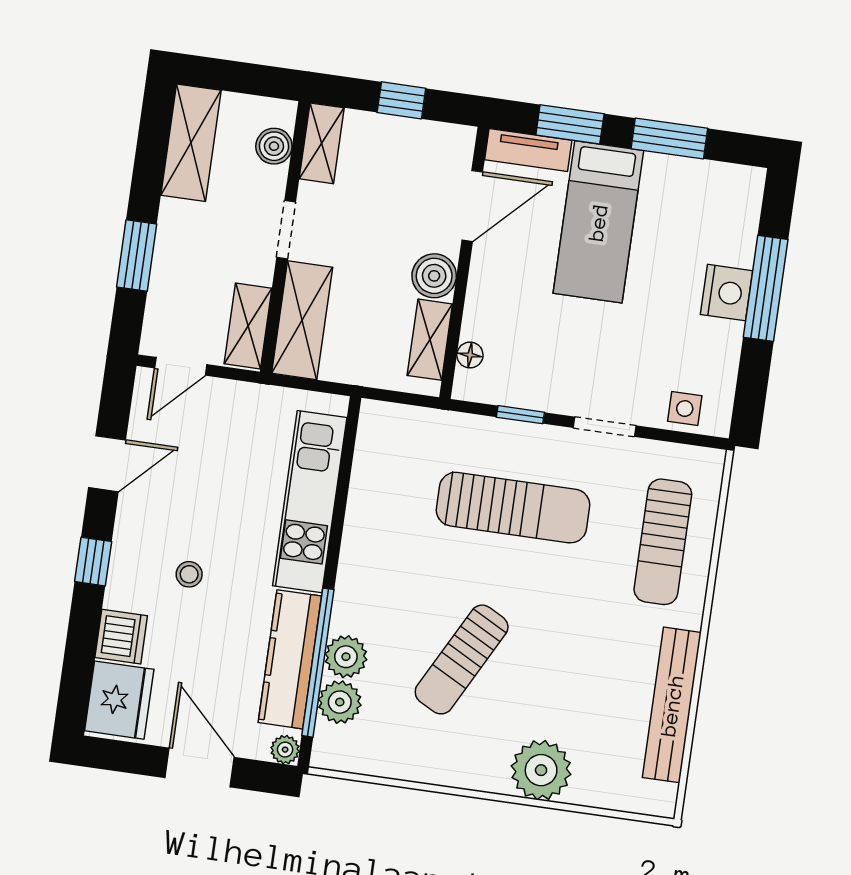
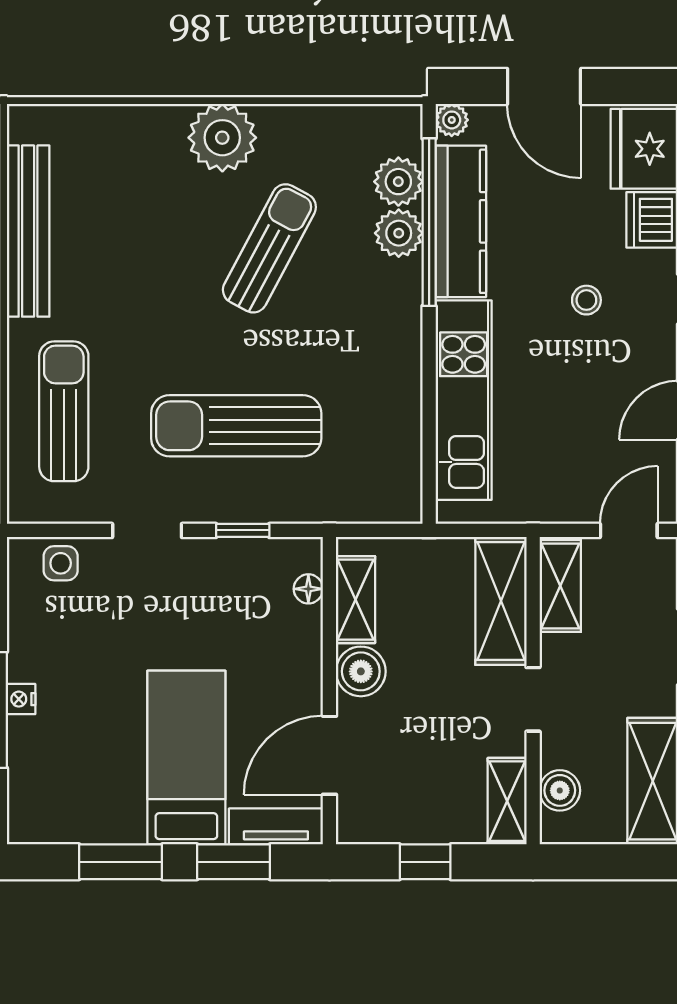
nightstand: (727, 293) -> (21, 699), width x0.53, depth x0.56
plant: (541, 770) -> (222, 138), moved

